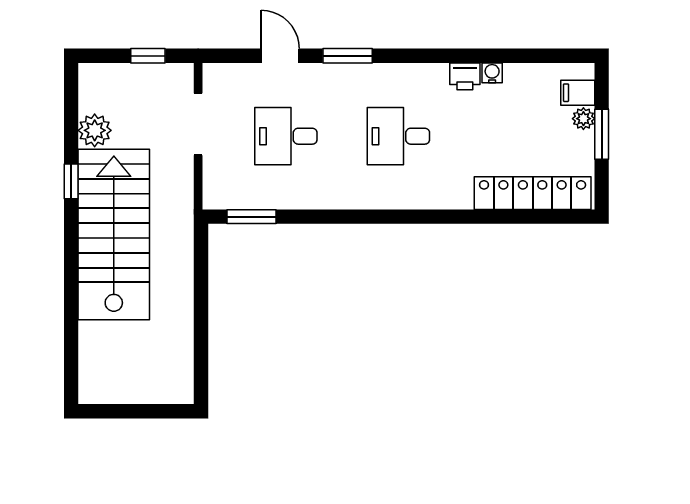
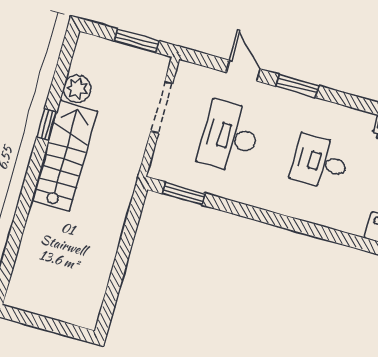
window: (148, 56) -> (137, 41), width x1.50
desk: (286, 136) -> (230, 137), width x1.37
stairs: (114, 235) -> (65, 156), width x0.73, depth x0.66

